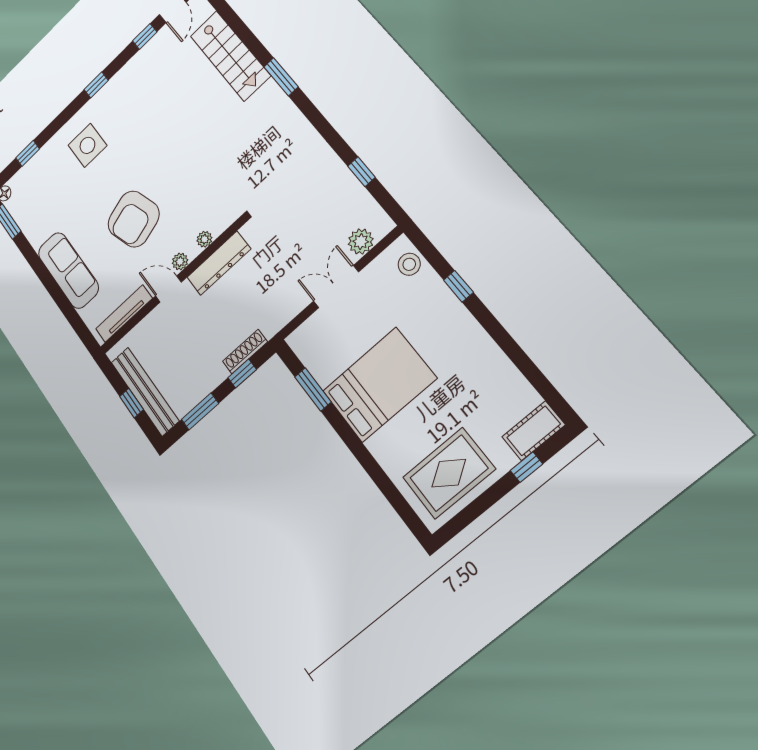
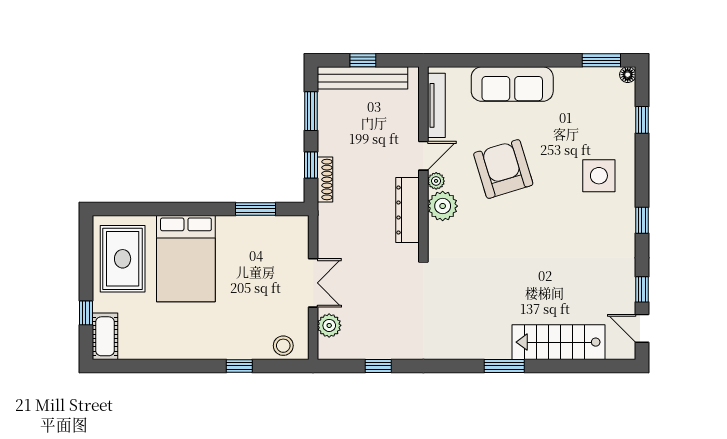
plant: (204, 239) -> (443, 206), width x1.88, depth x1.88
bed: (379, 385) -> (186, 259), moved

